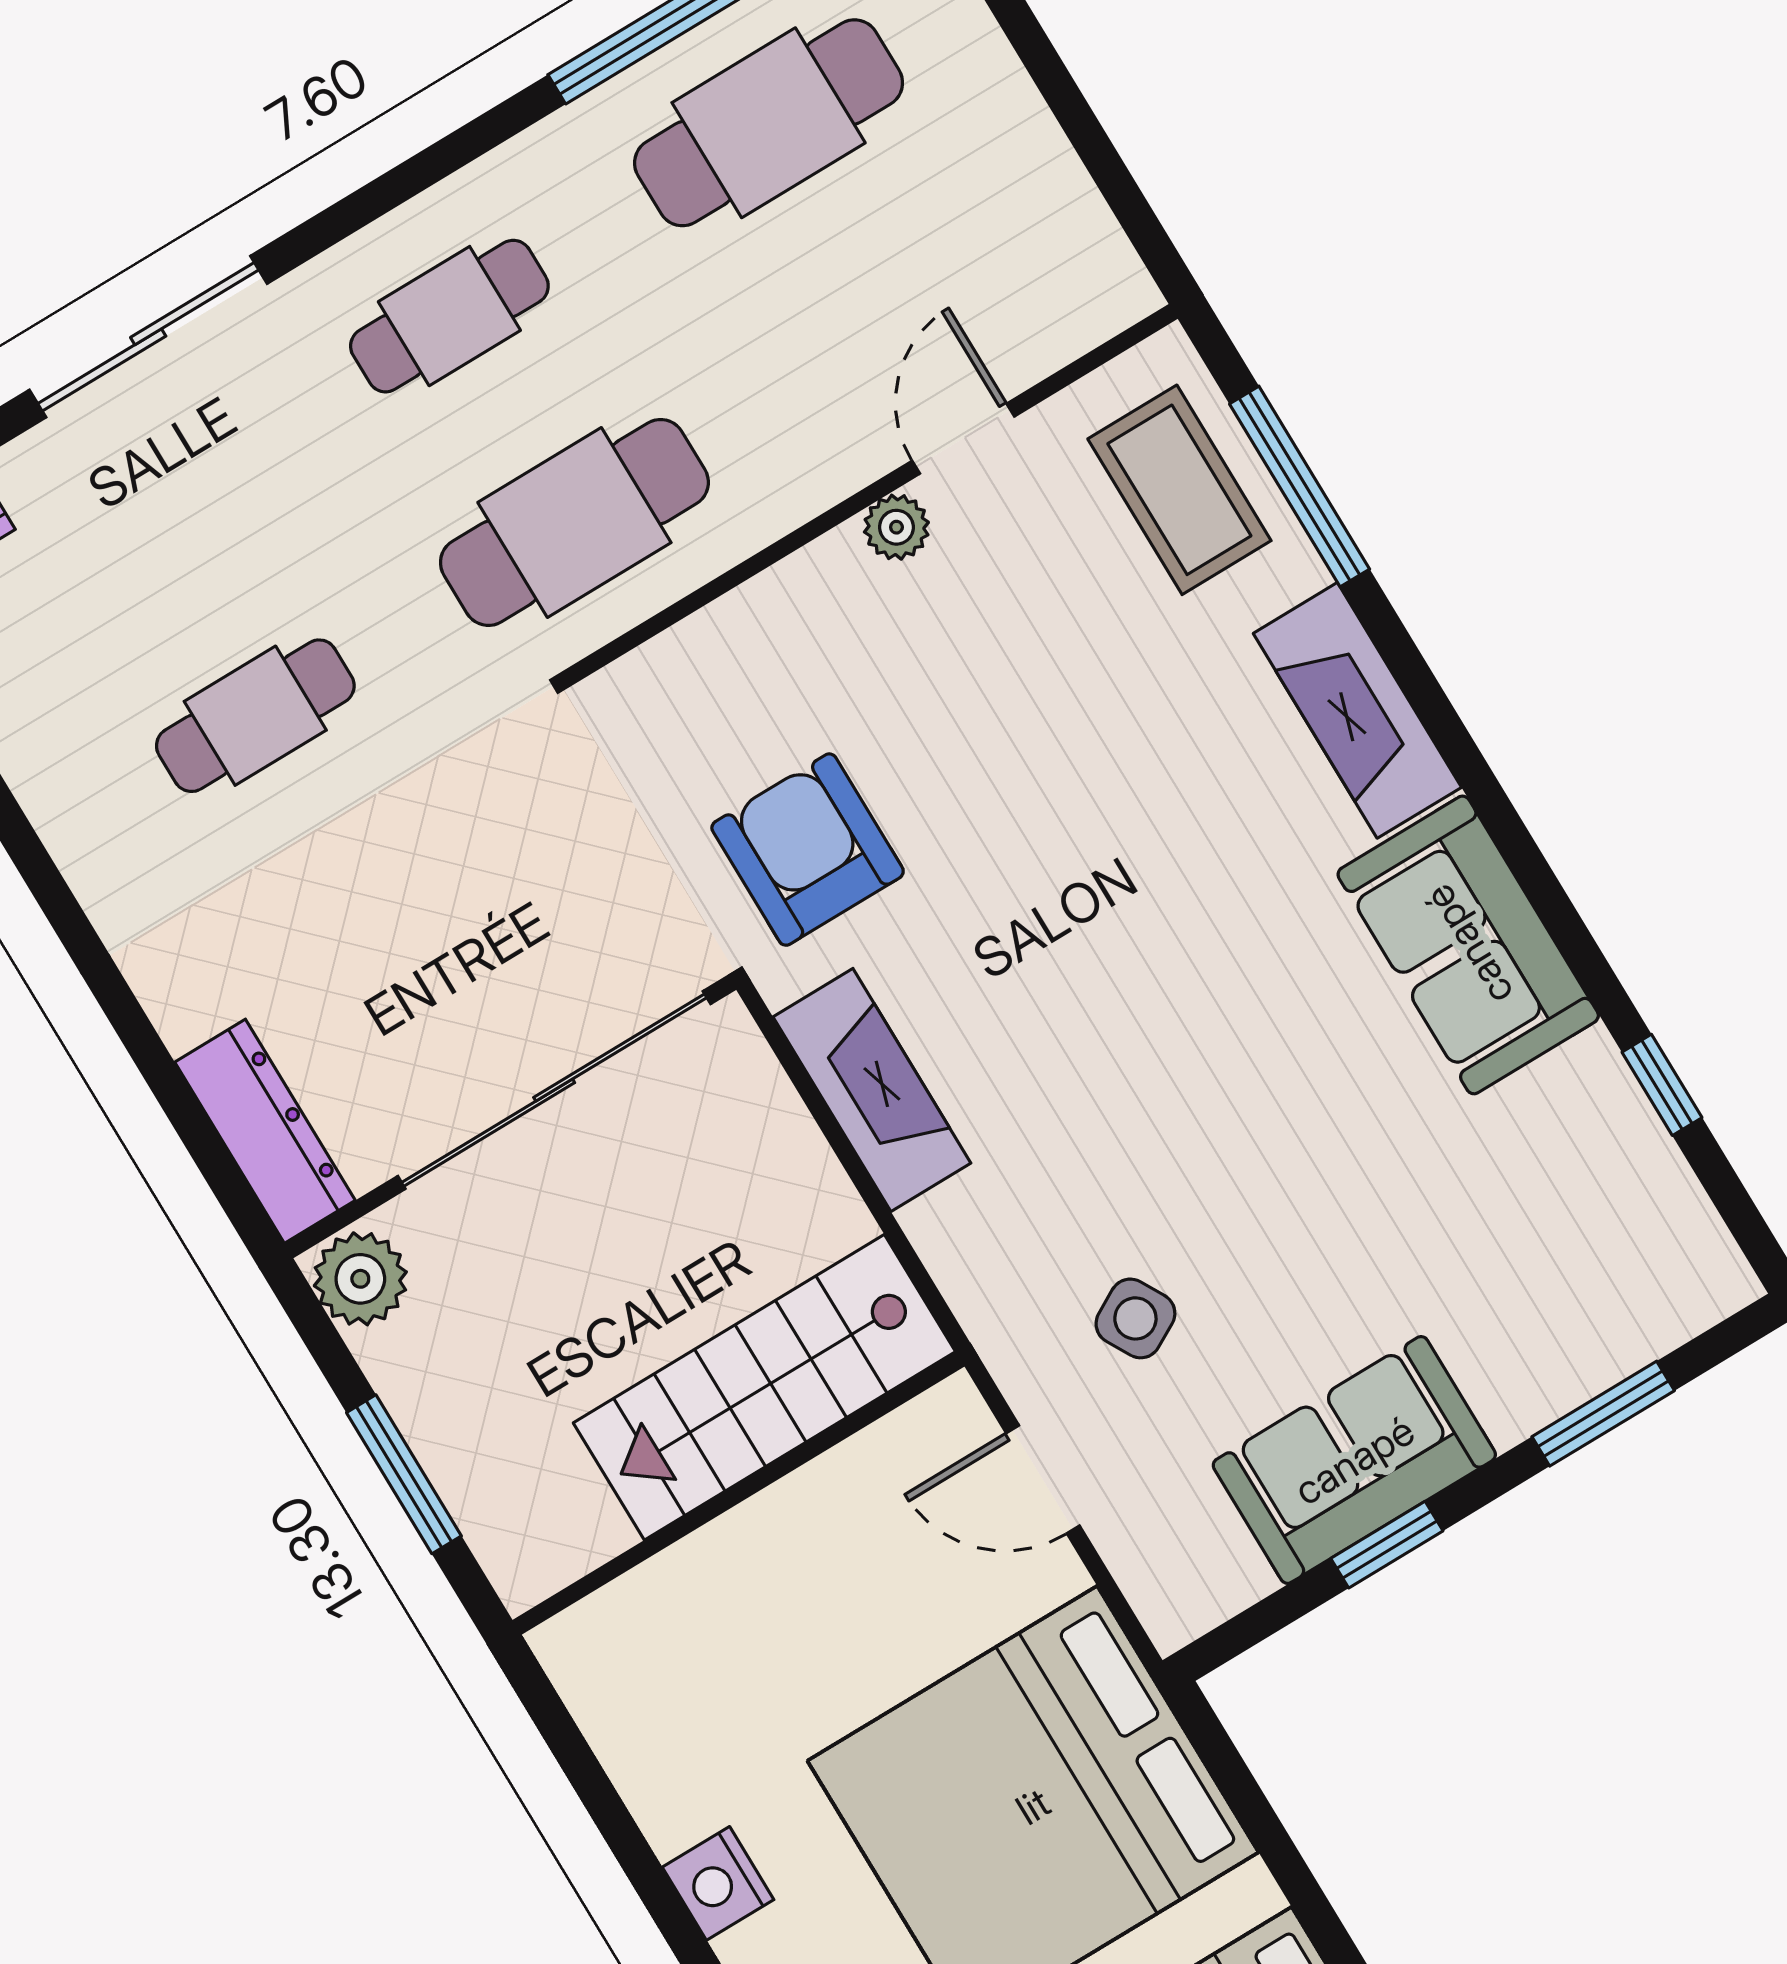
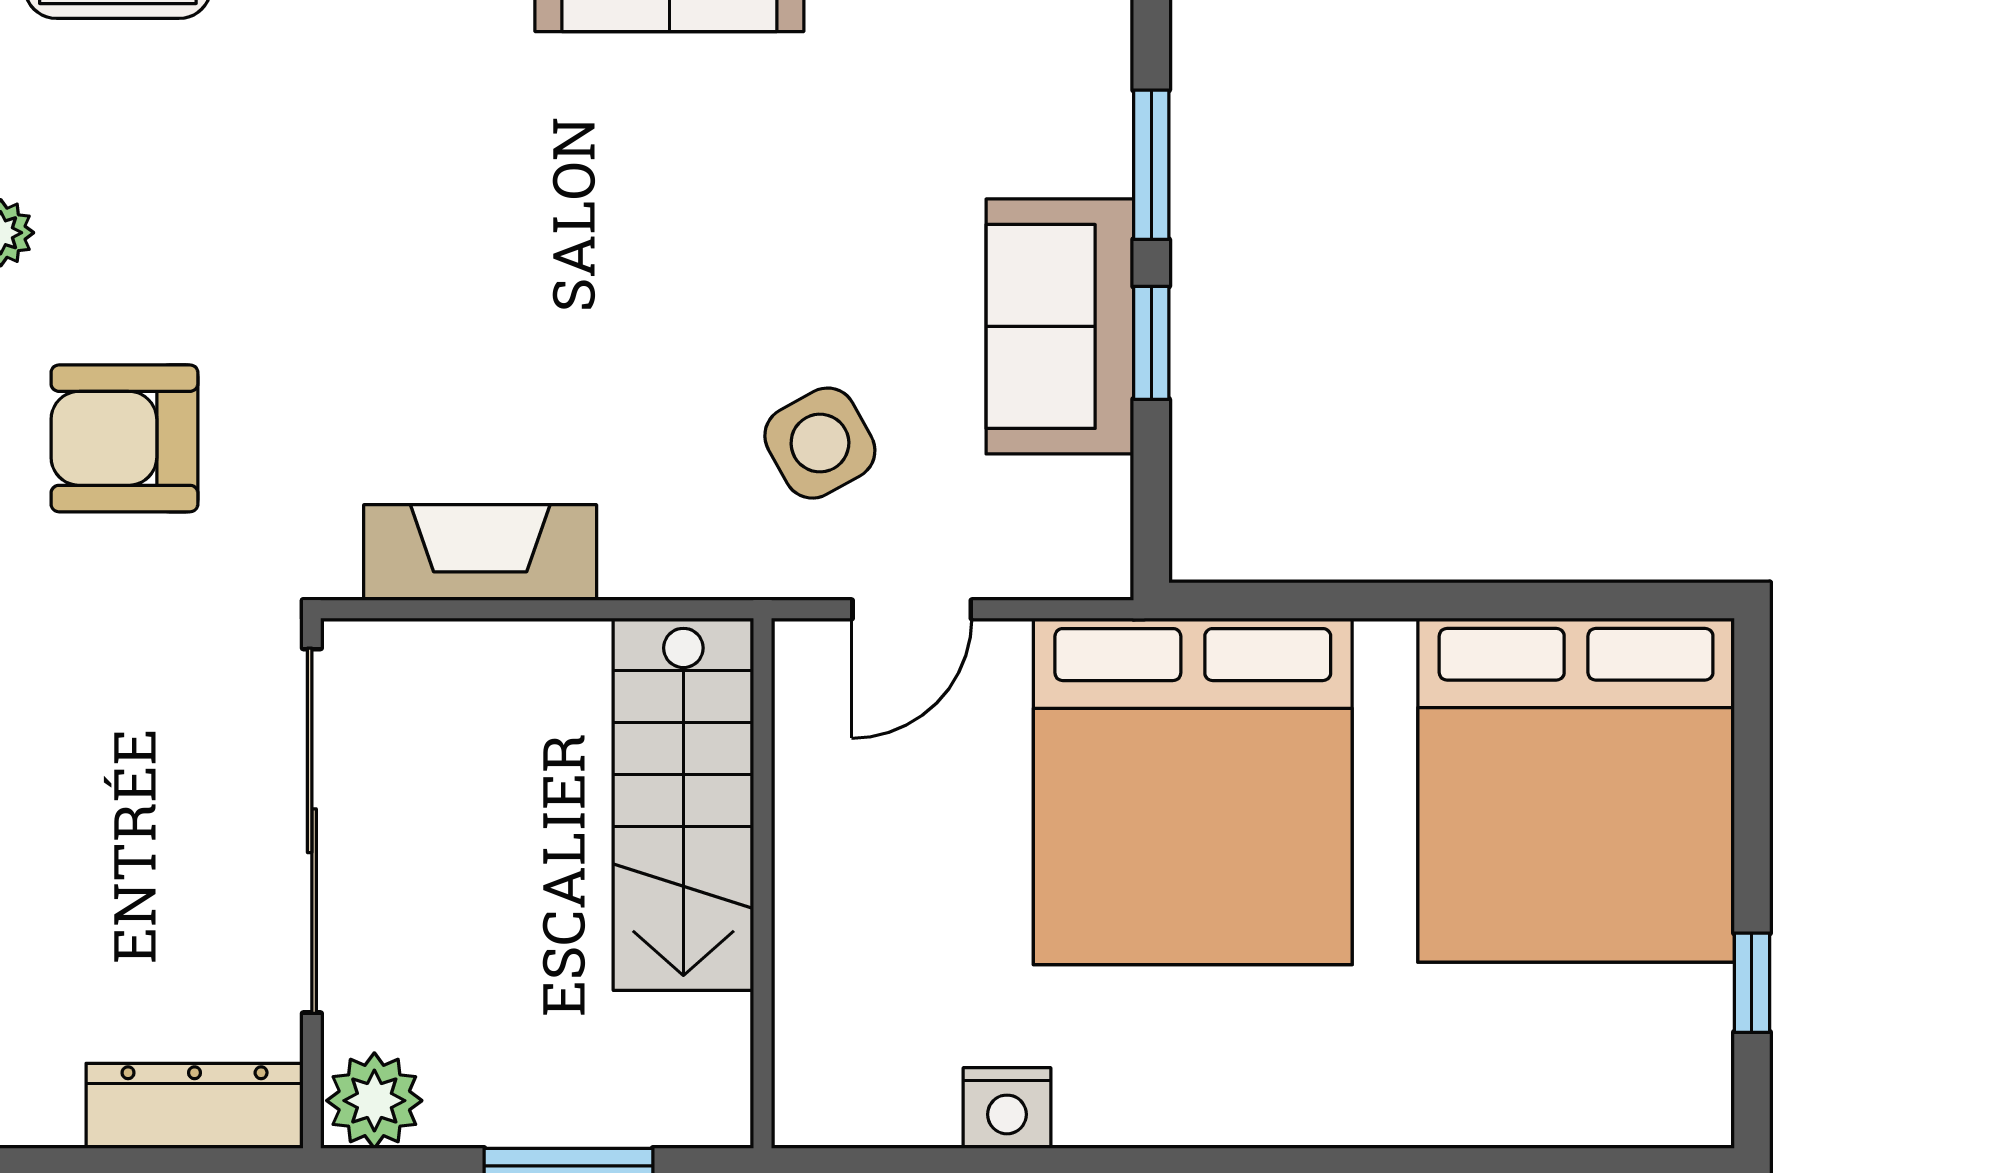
armchair: (808, 850) -> (124, 438), moved
side table: (1135, 1318) -> (820, 443), width x1.37, depth x1.37
window: (1603, 1414) -> (1151, 165), moved
nightstand: (718, 1883) -> (1007, 1108), moved

